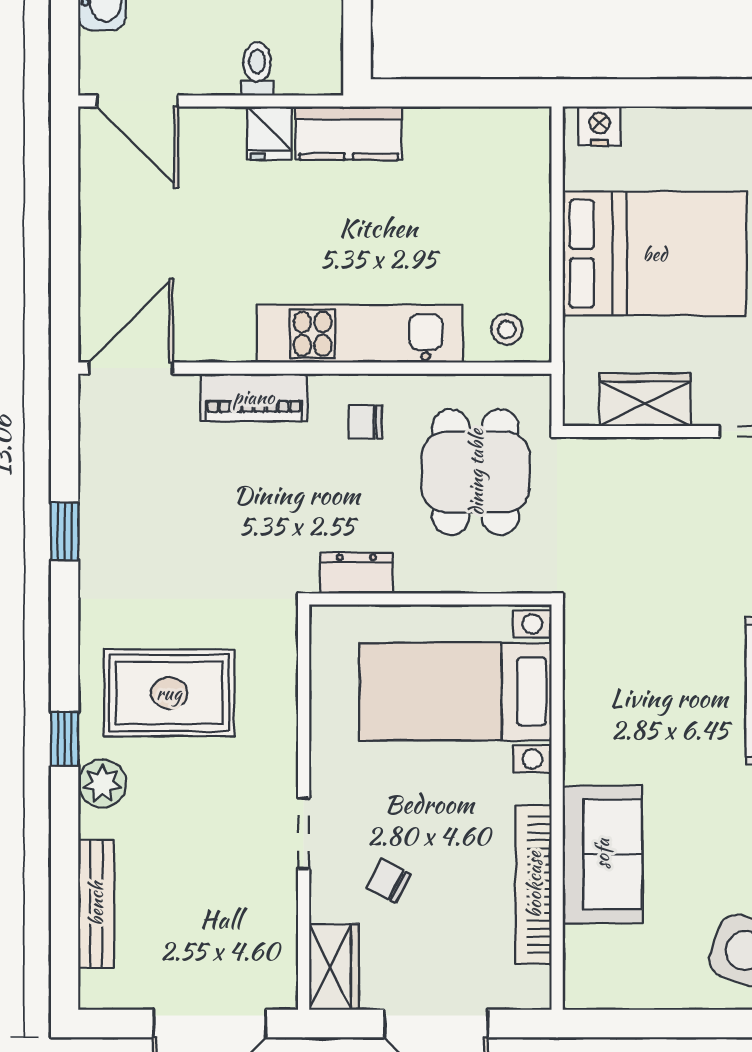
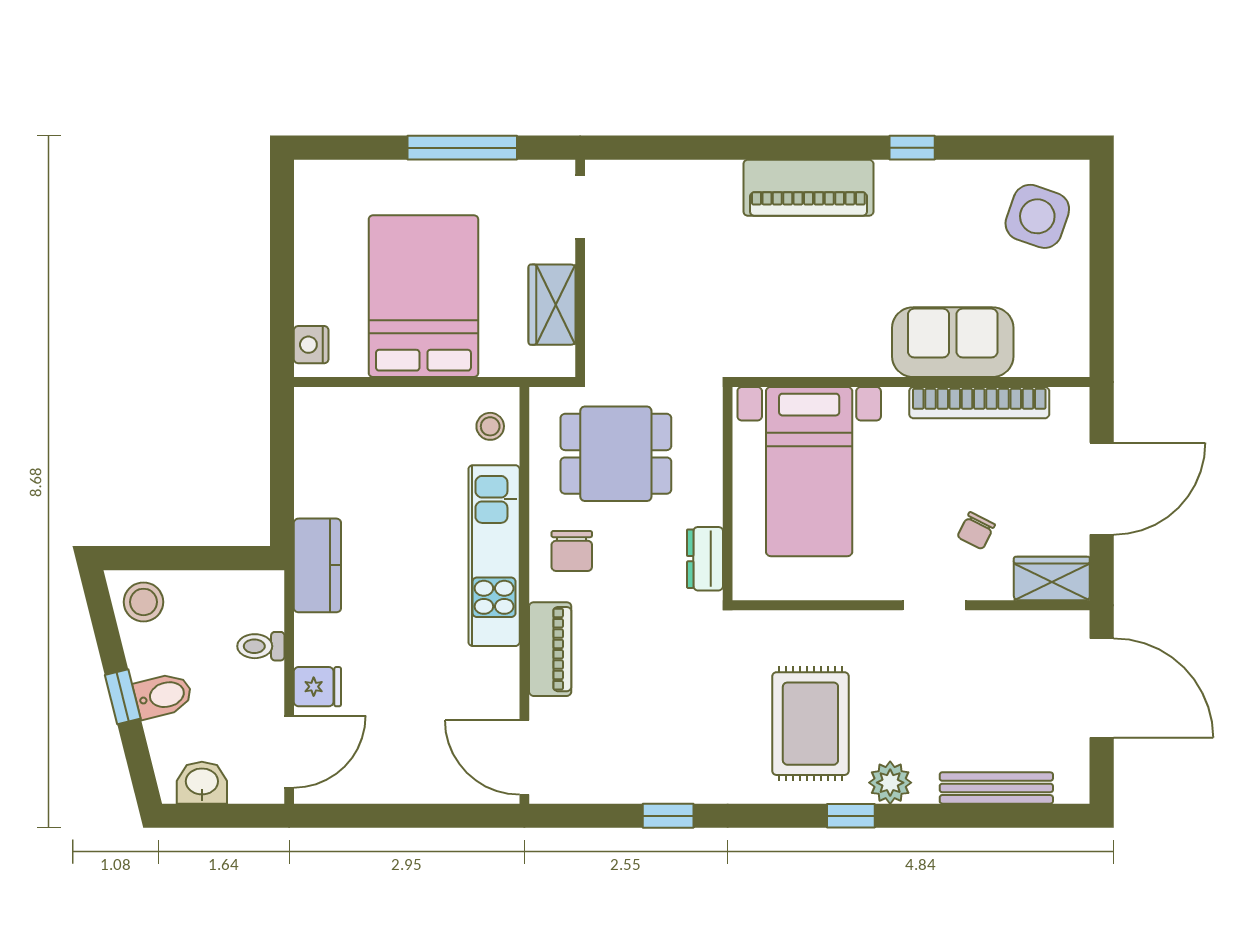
fridge: (269, 133) -> (317, 687), moved
chair: (365, 422) -> (572, 551), width x1.37, depth x1.37

